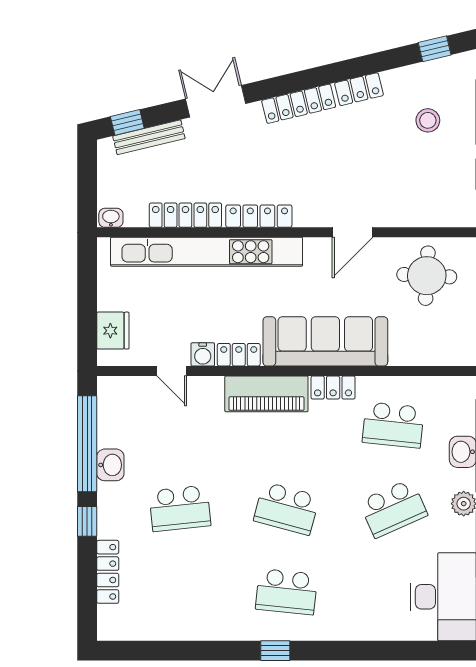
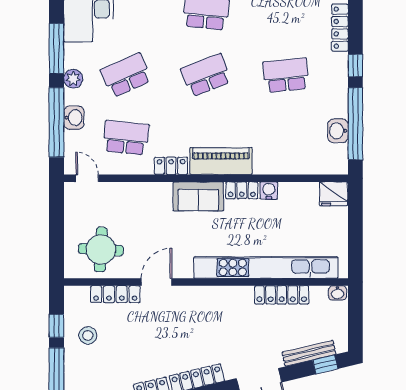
stool: (428, 120) -> (88, 335), moved
locker: (259, 216) -> (115, 294), moved
fridge: (113, 331) -> (333, 194), moved, turned -90
sofa: (325, 341) -> (198, 196), width x0.54, depth x0.79
door: (172, 371) -> (87, 178), moved
washbasin: (110, 465) -> (338, 131), moved
school desk: (287, 508) -> (206, 75), turned -36

